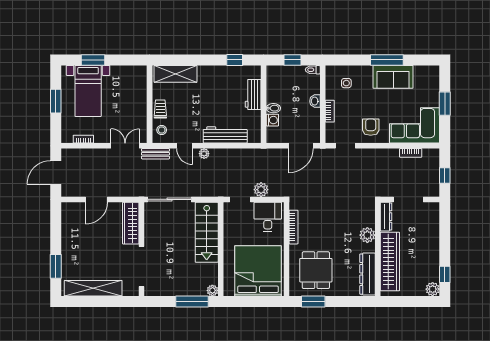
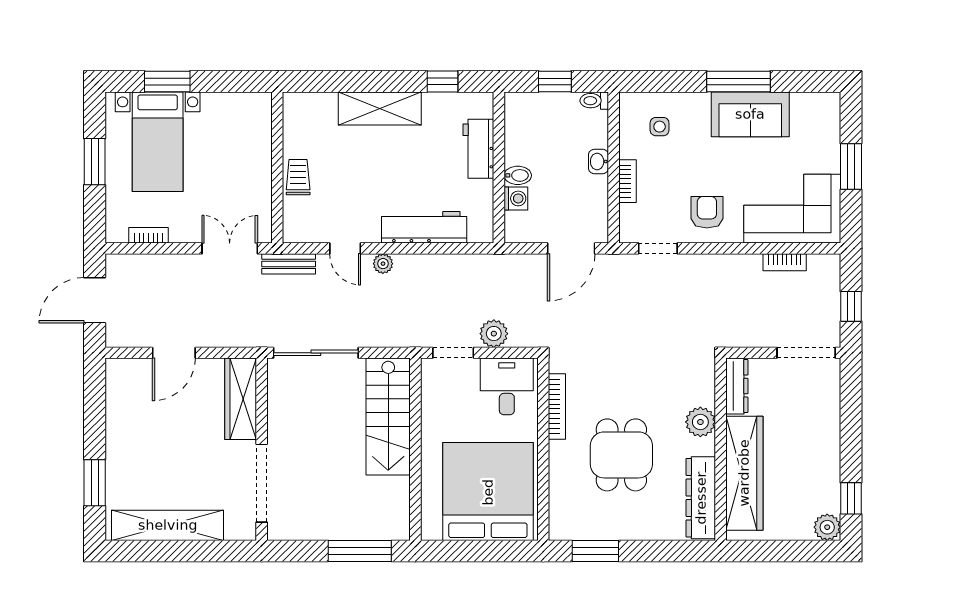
shelving: (175, 74) -> (380, 108), moved
stool: (162, 130) -> (301, 218), removed
doorway: (408, 199) -> (806, 353), moved
dining table: (316, 270) -> (621, 455), moved
plant: (212, 290) -> (399, 530), removed

